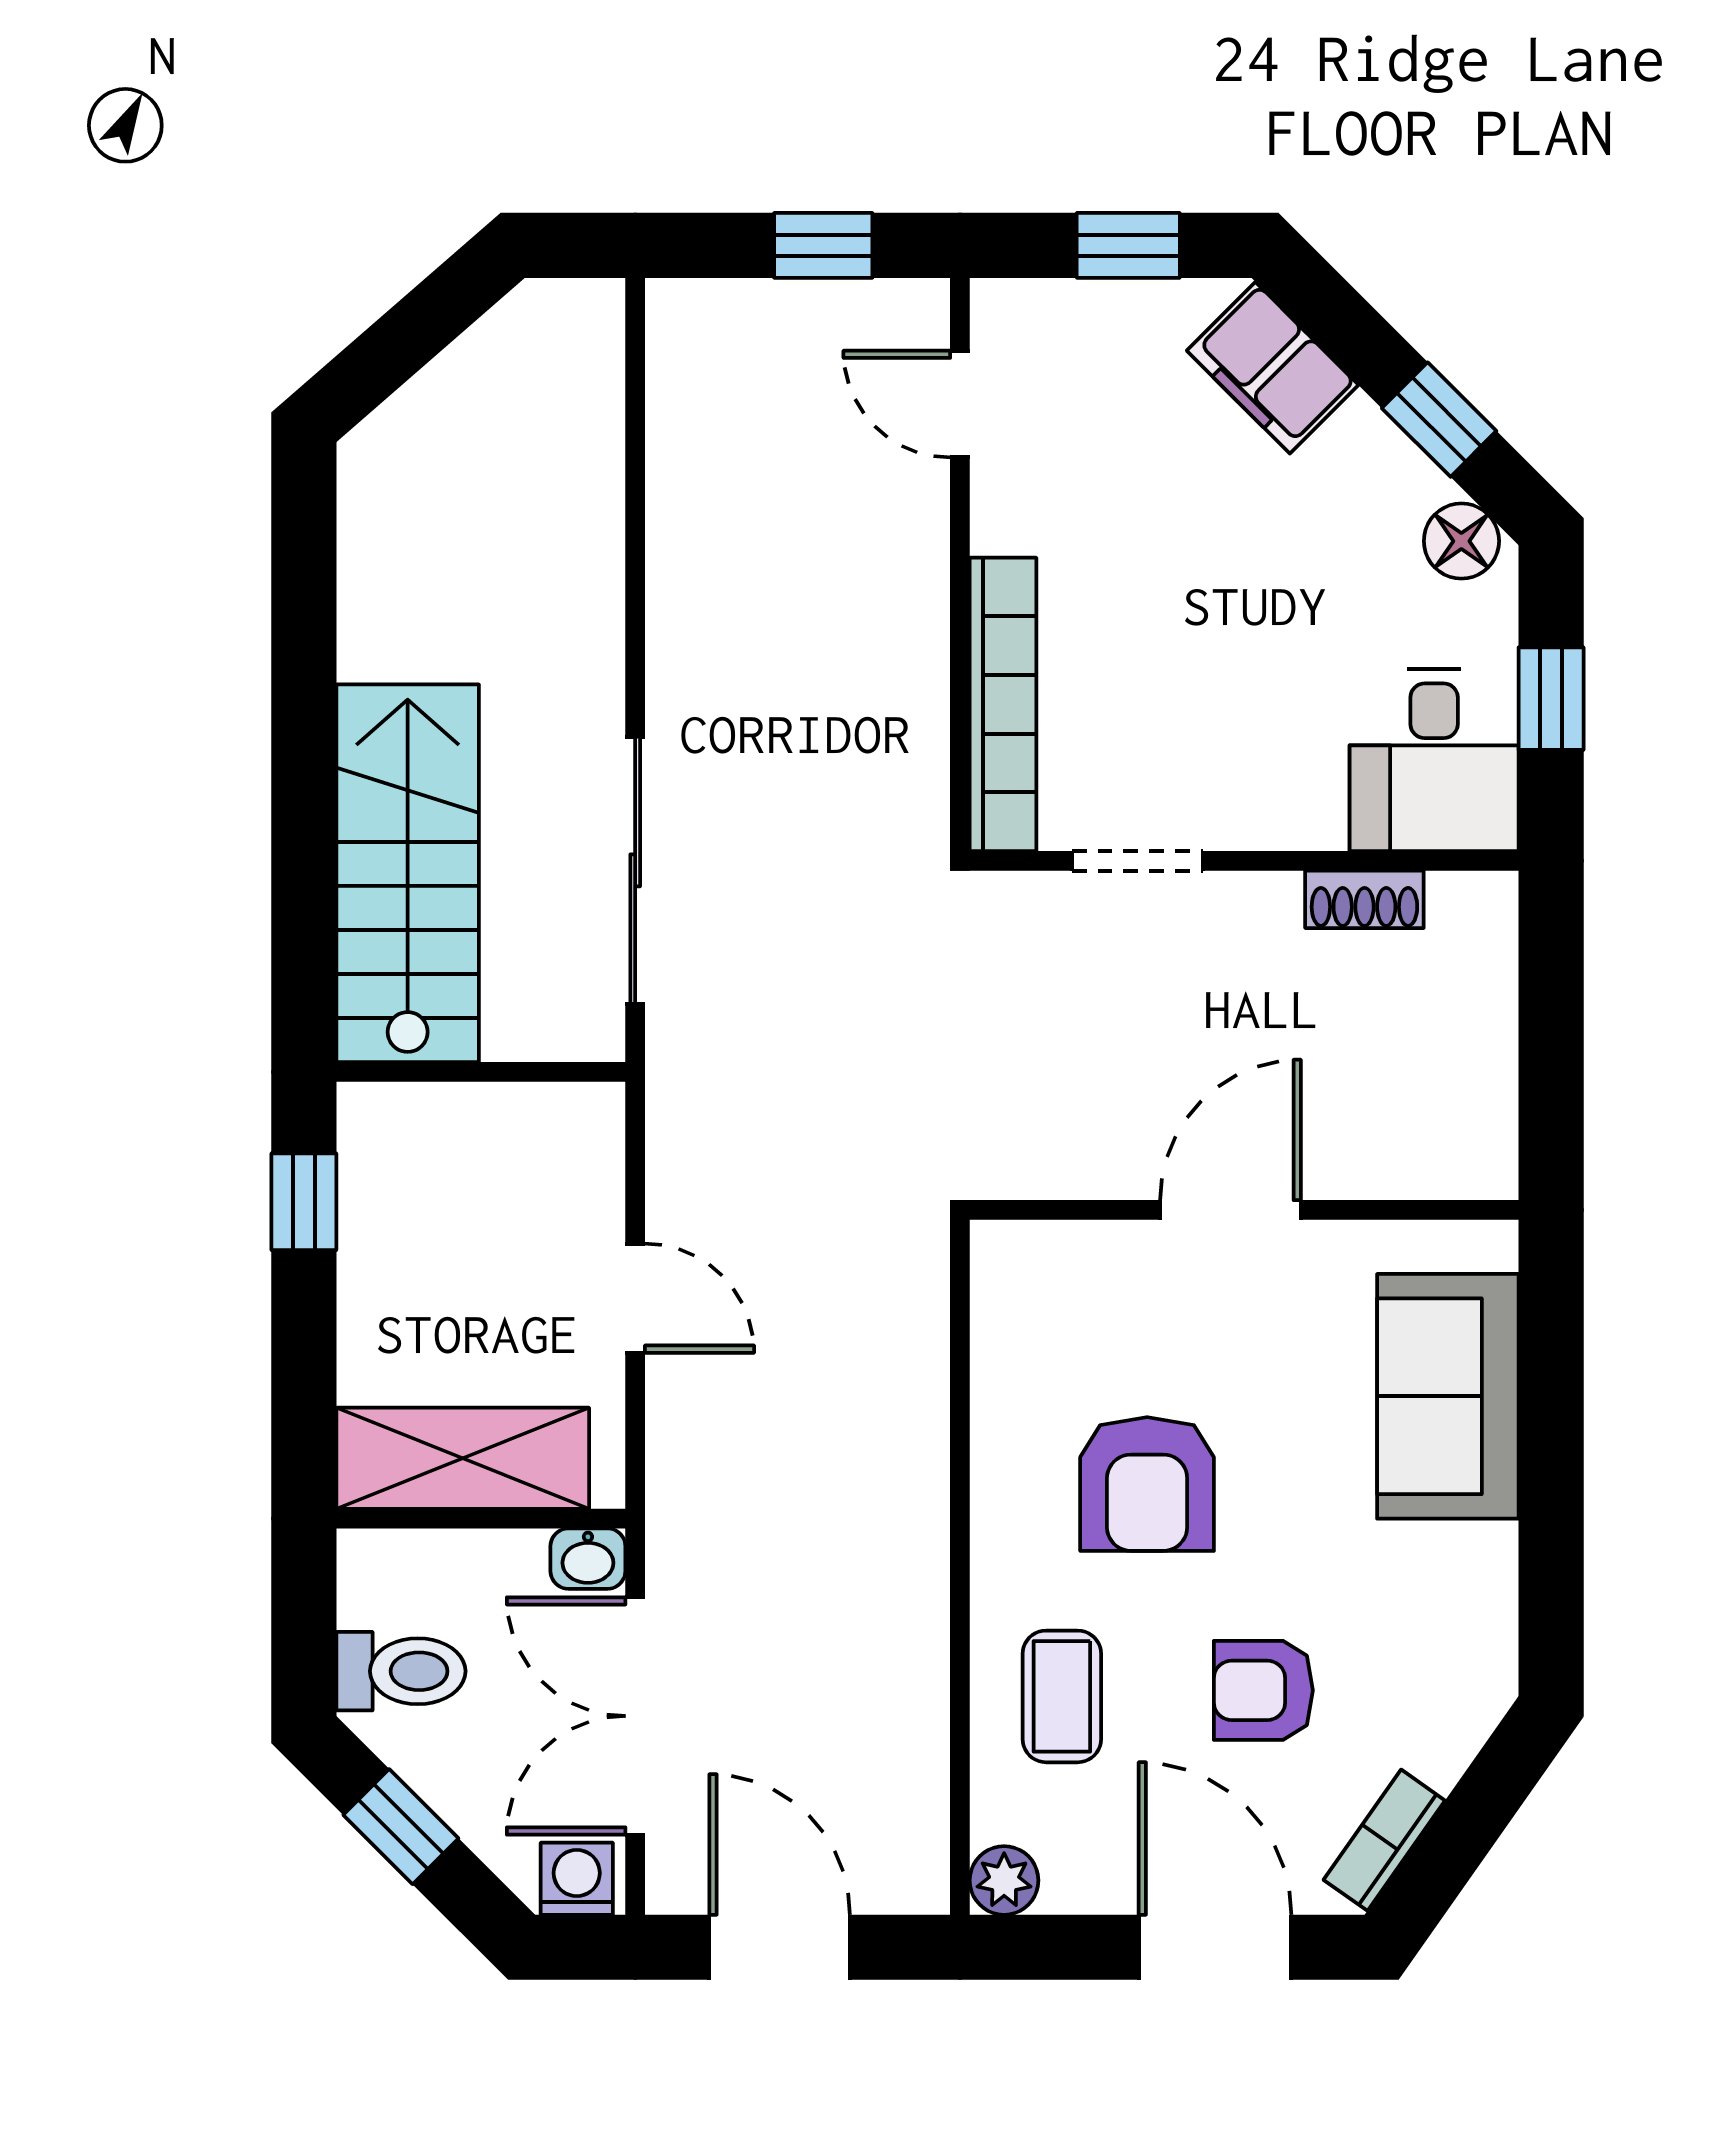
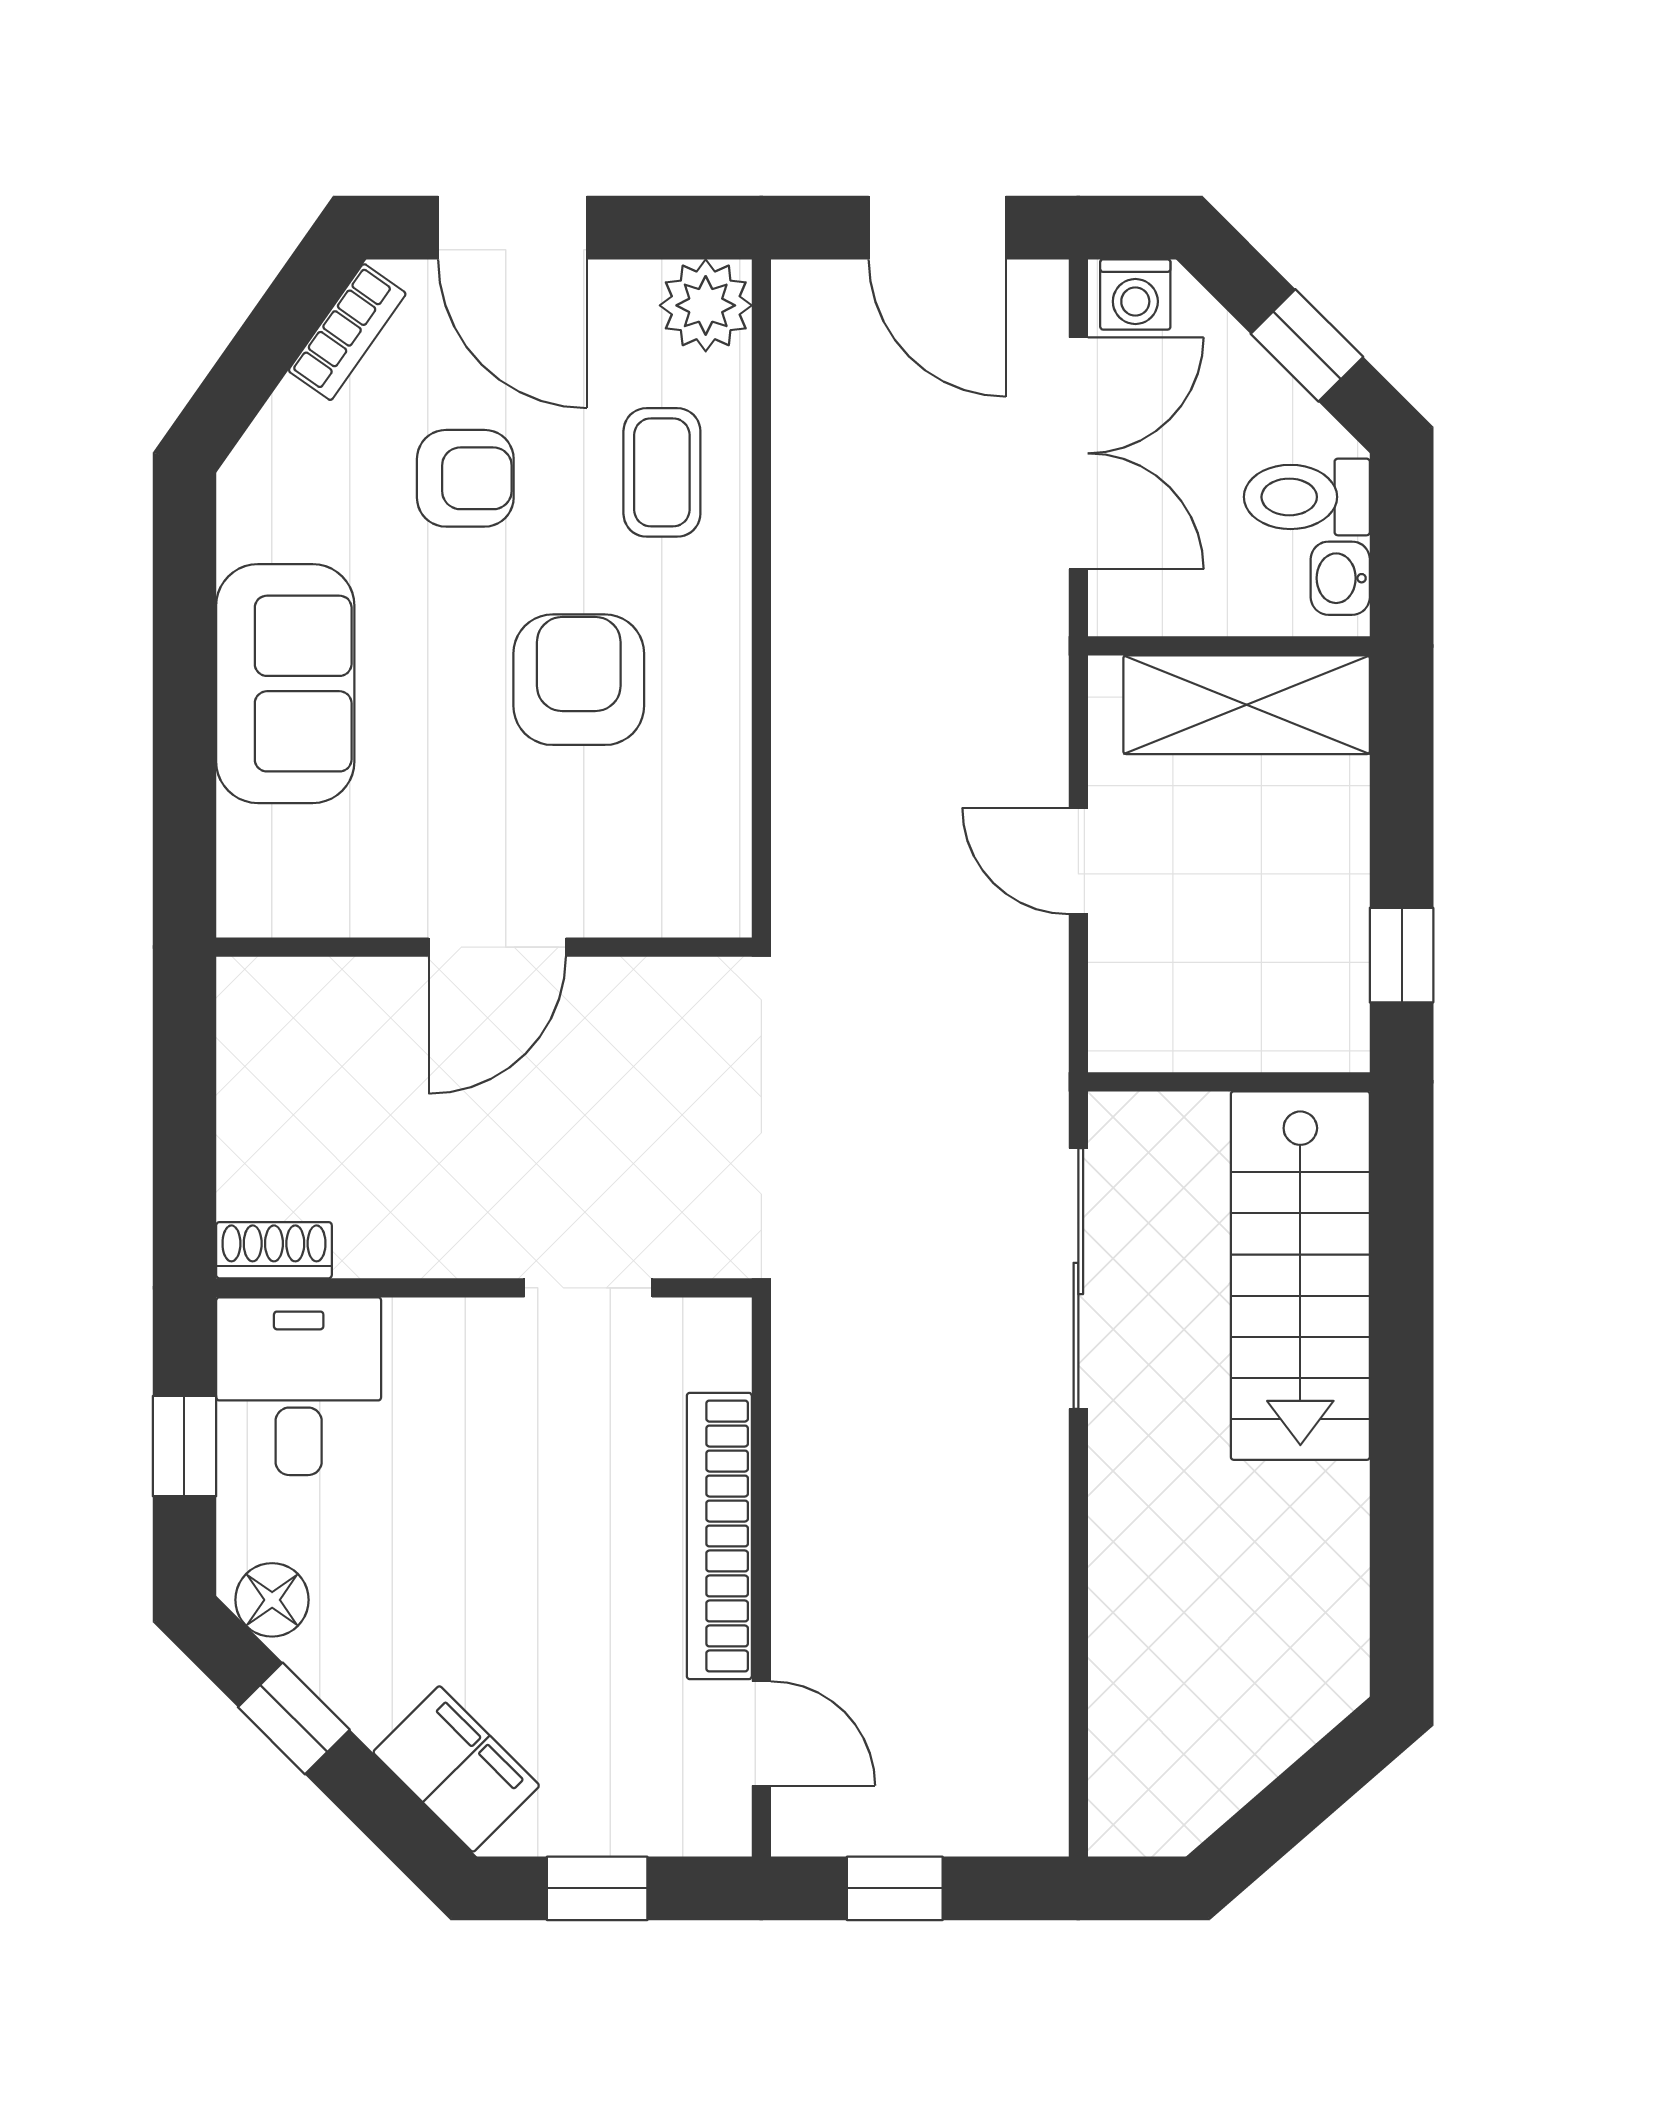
bookcase: (1003, 704) -> (719, 1536), moved
shoe rack: (1364, 899) -> (274, 1250), moved
sofa: (1448, 1396) -> (285, 684), moved
washbasin: (588, 1559) -> (1340, 578), moved, turned -90
plant: (1004, 1880) -> (706, 305), width x1.38, depth x1.38

